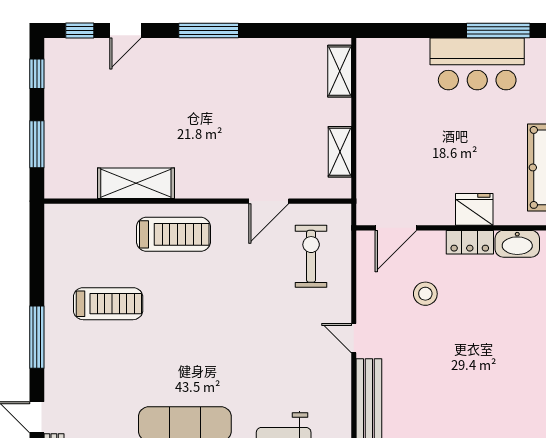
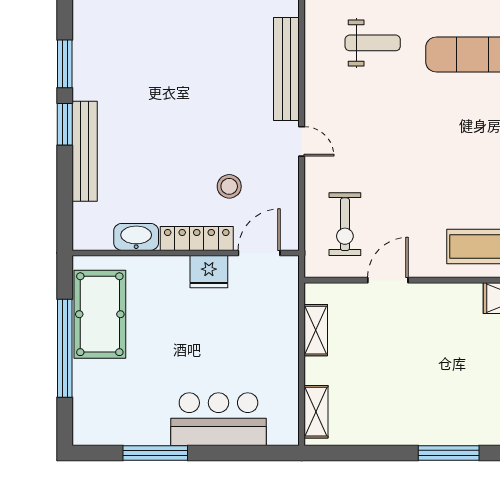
bar counter: (477, 64) -> (218, 419), moved
fridge: (474, 209) -> (209, 272), moved
locker: (470, 242) -> (197, 238), width x1.53

